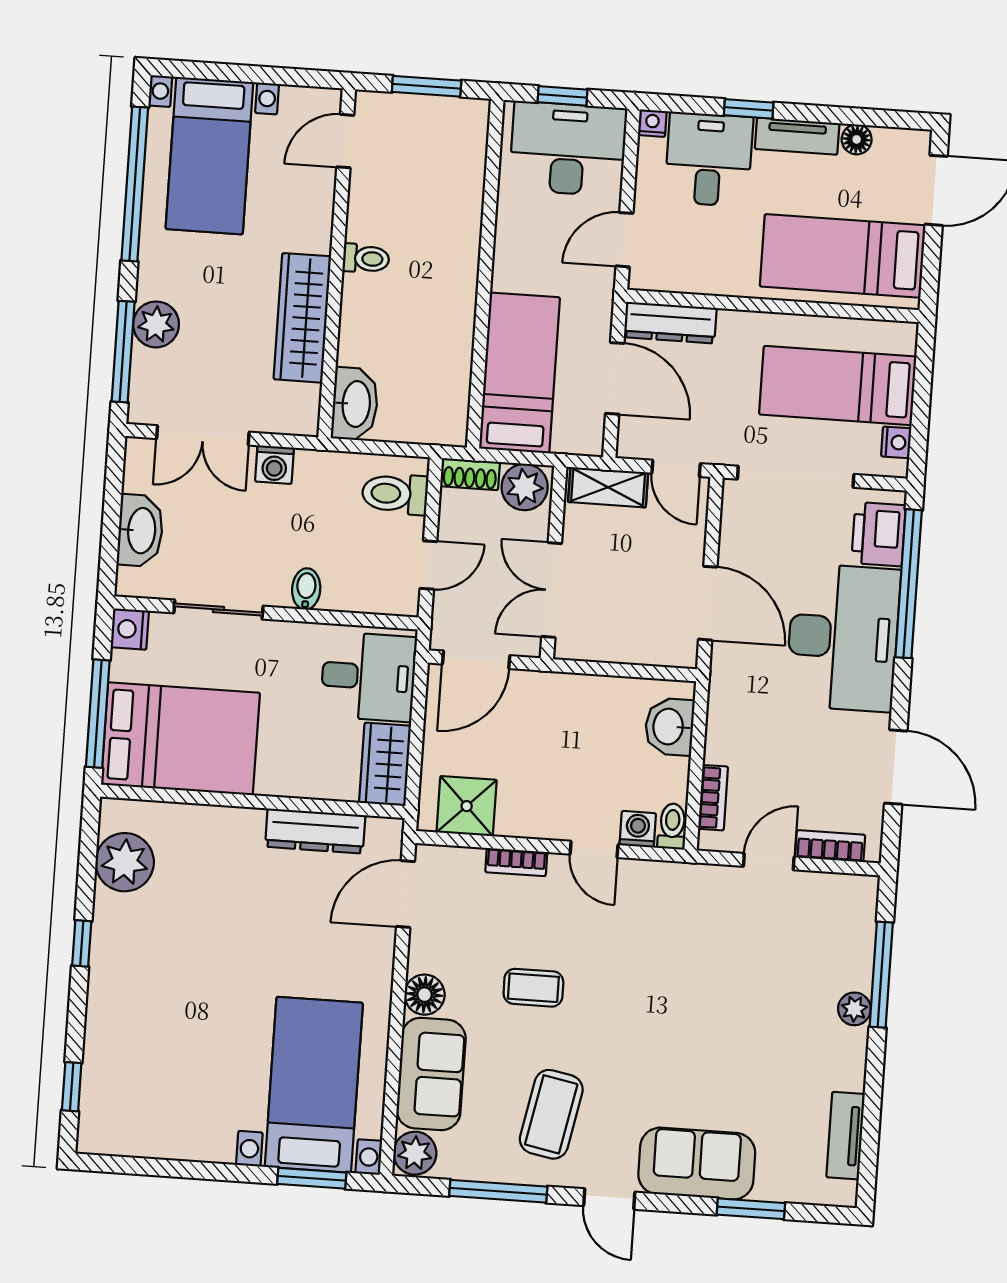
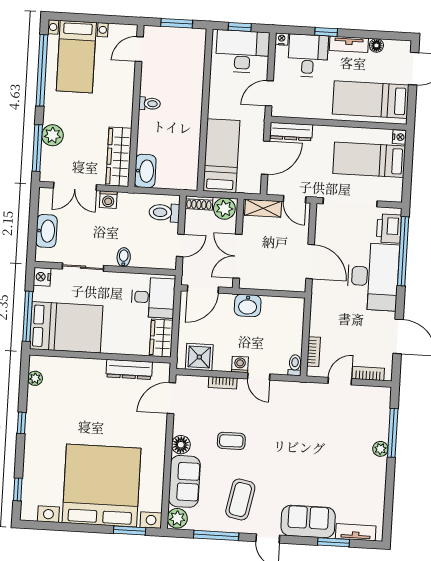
wardrobe: (302, 318) -> (119, 157), moved
door: (615, 378) -> (266, 158), hinge flipped
nightstand: (896, 442) -> (399, 137), moved
washbasin: (669, 727) -> (248, 305), moved, turned -90
washing machine: (638, 829) -> (240, 364), moved
plant: (125, 862) -> (35, 378), width x0.53, depth x0.53
bed with nightstands: (314, 1085) -> (102, 485), width x1.85
tv unit: (846, 1136) -> (356, 532), moved, turned 90

